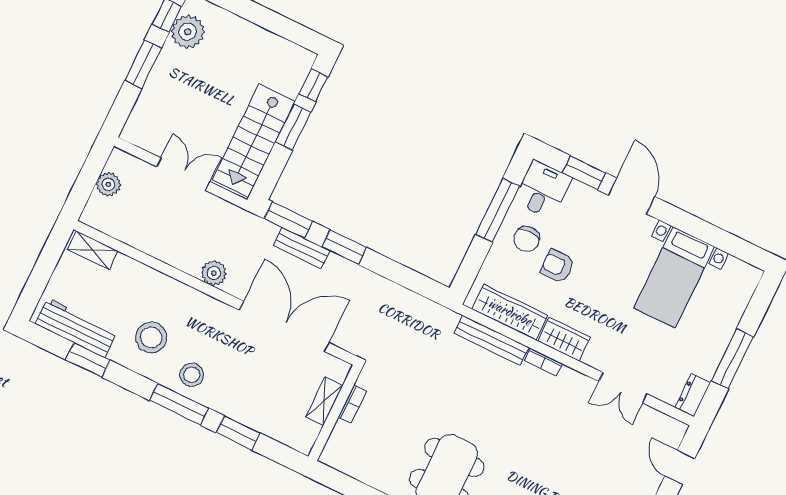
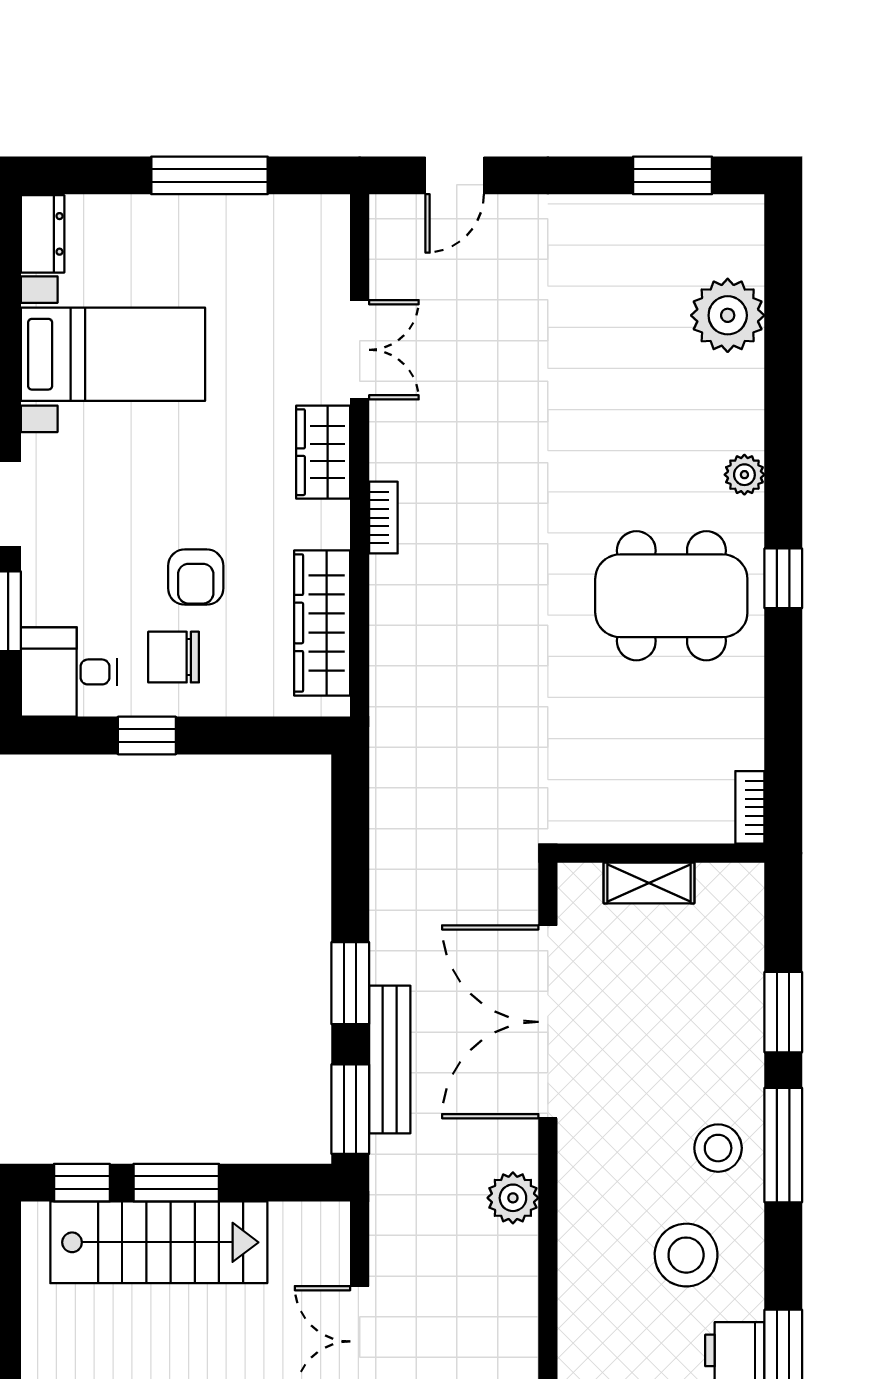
stairs: (254, 141) -> (159, 1242), moved
window: (498, 210) -> (147, 735), width x0.46
chair: (527, 239) -> (174, 657), turned 180
bench: (302, 248) -> (390, 1060), width x1.36
wardrobe: (564, 339) -> (323, 452), moved
bench: (491, 340) -> (390, 632), removed
dresser: (693, 395) -> (43, 234), moved, turned -90
bookcase: (352, 404) -> (750, 807), moved, turned -90

